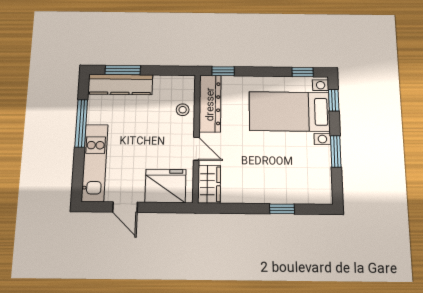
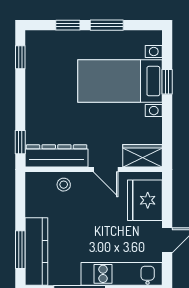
window: (334, 100) -> (68, 25), moved
bed with nightstands: (289, 111) -> (120, 81), moved, turned 90
door: (196, 149) -> (106, 170), swing flipped

